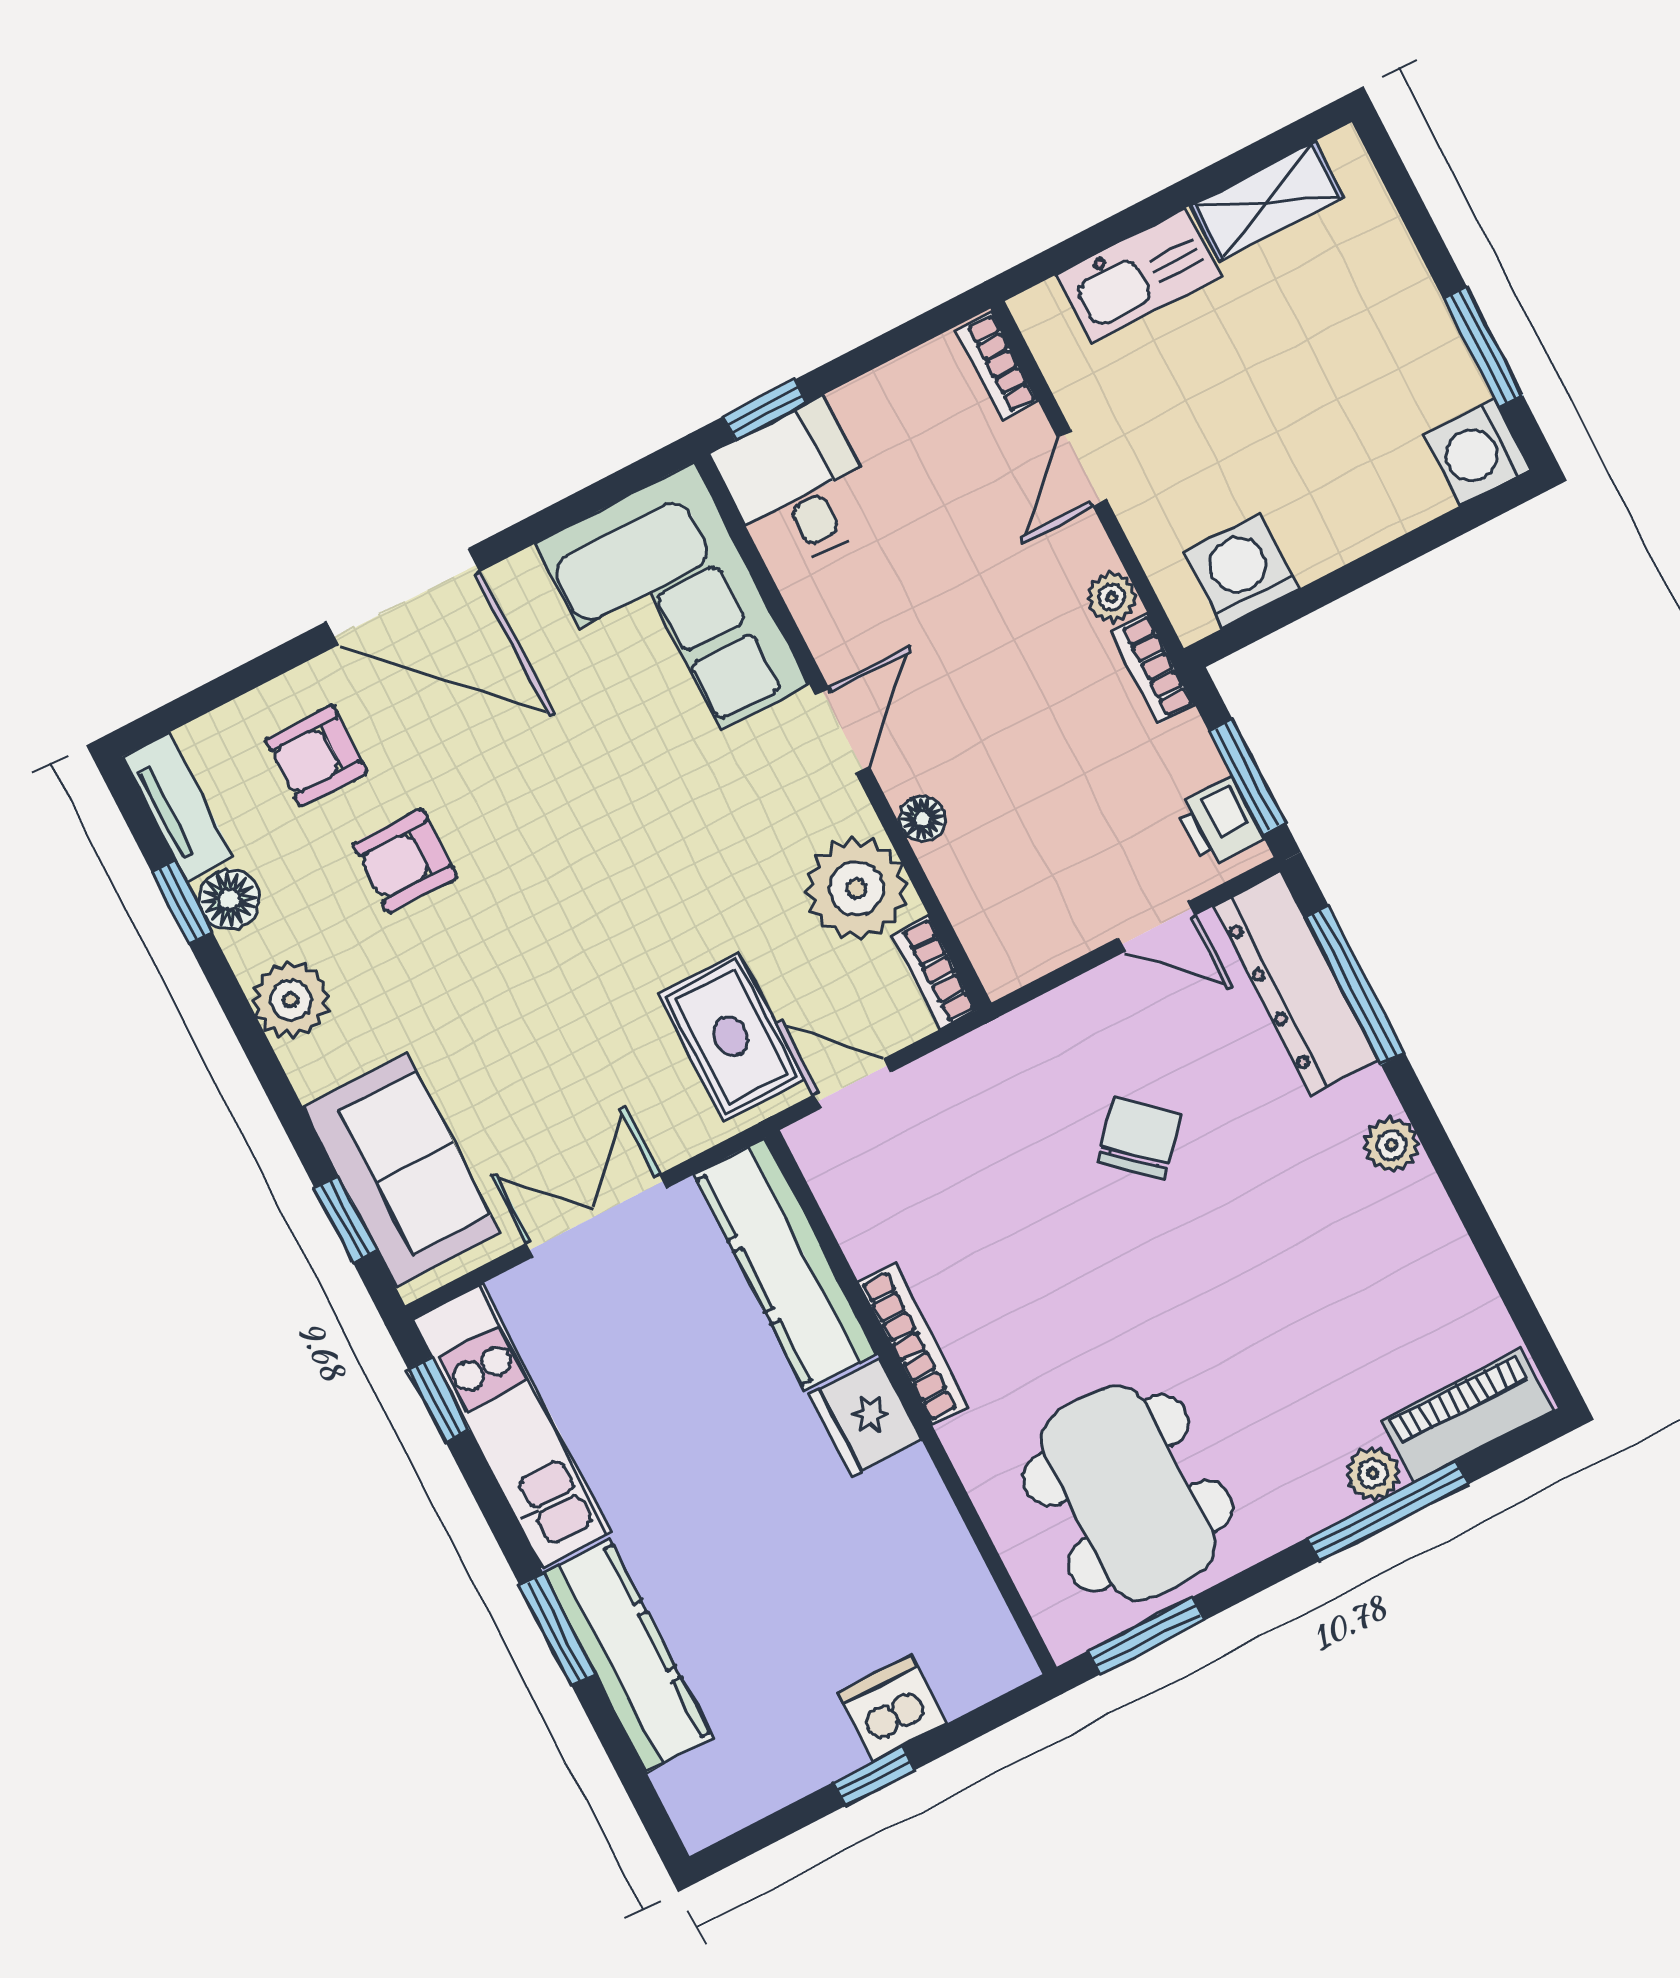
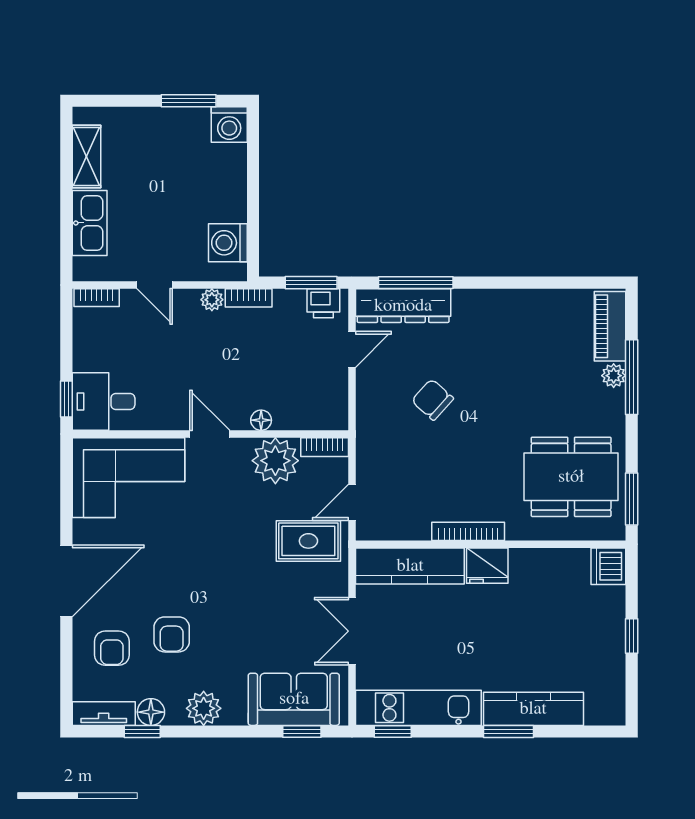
plant: (1391, 1145) -> (487, 301), removed
dishwasher: (892, 1708) -> (608, 566), moved

